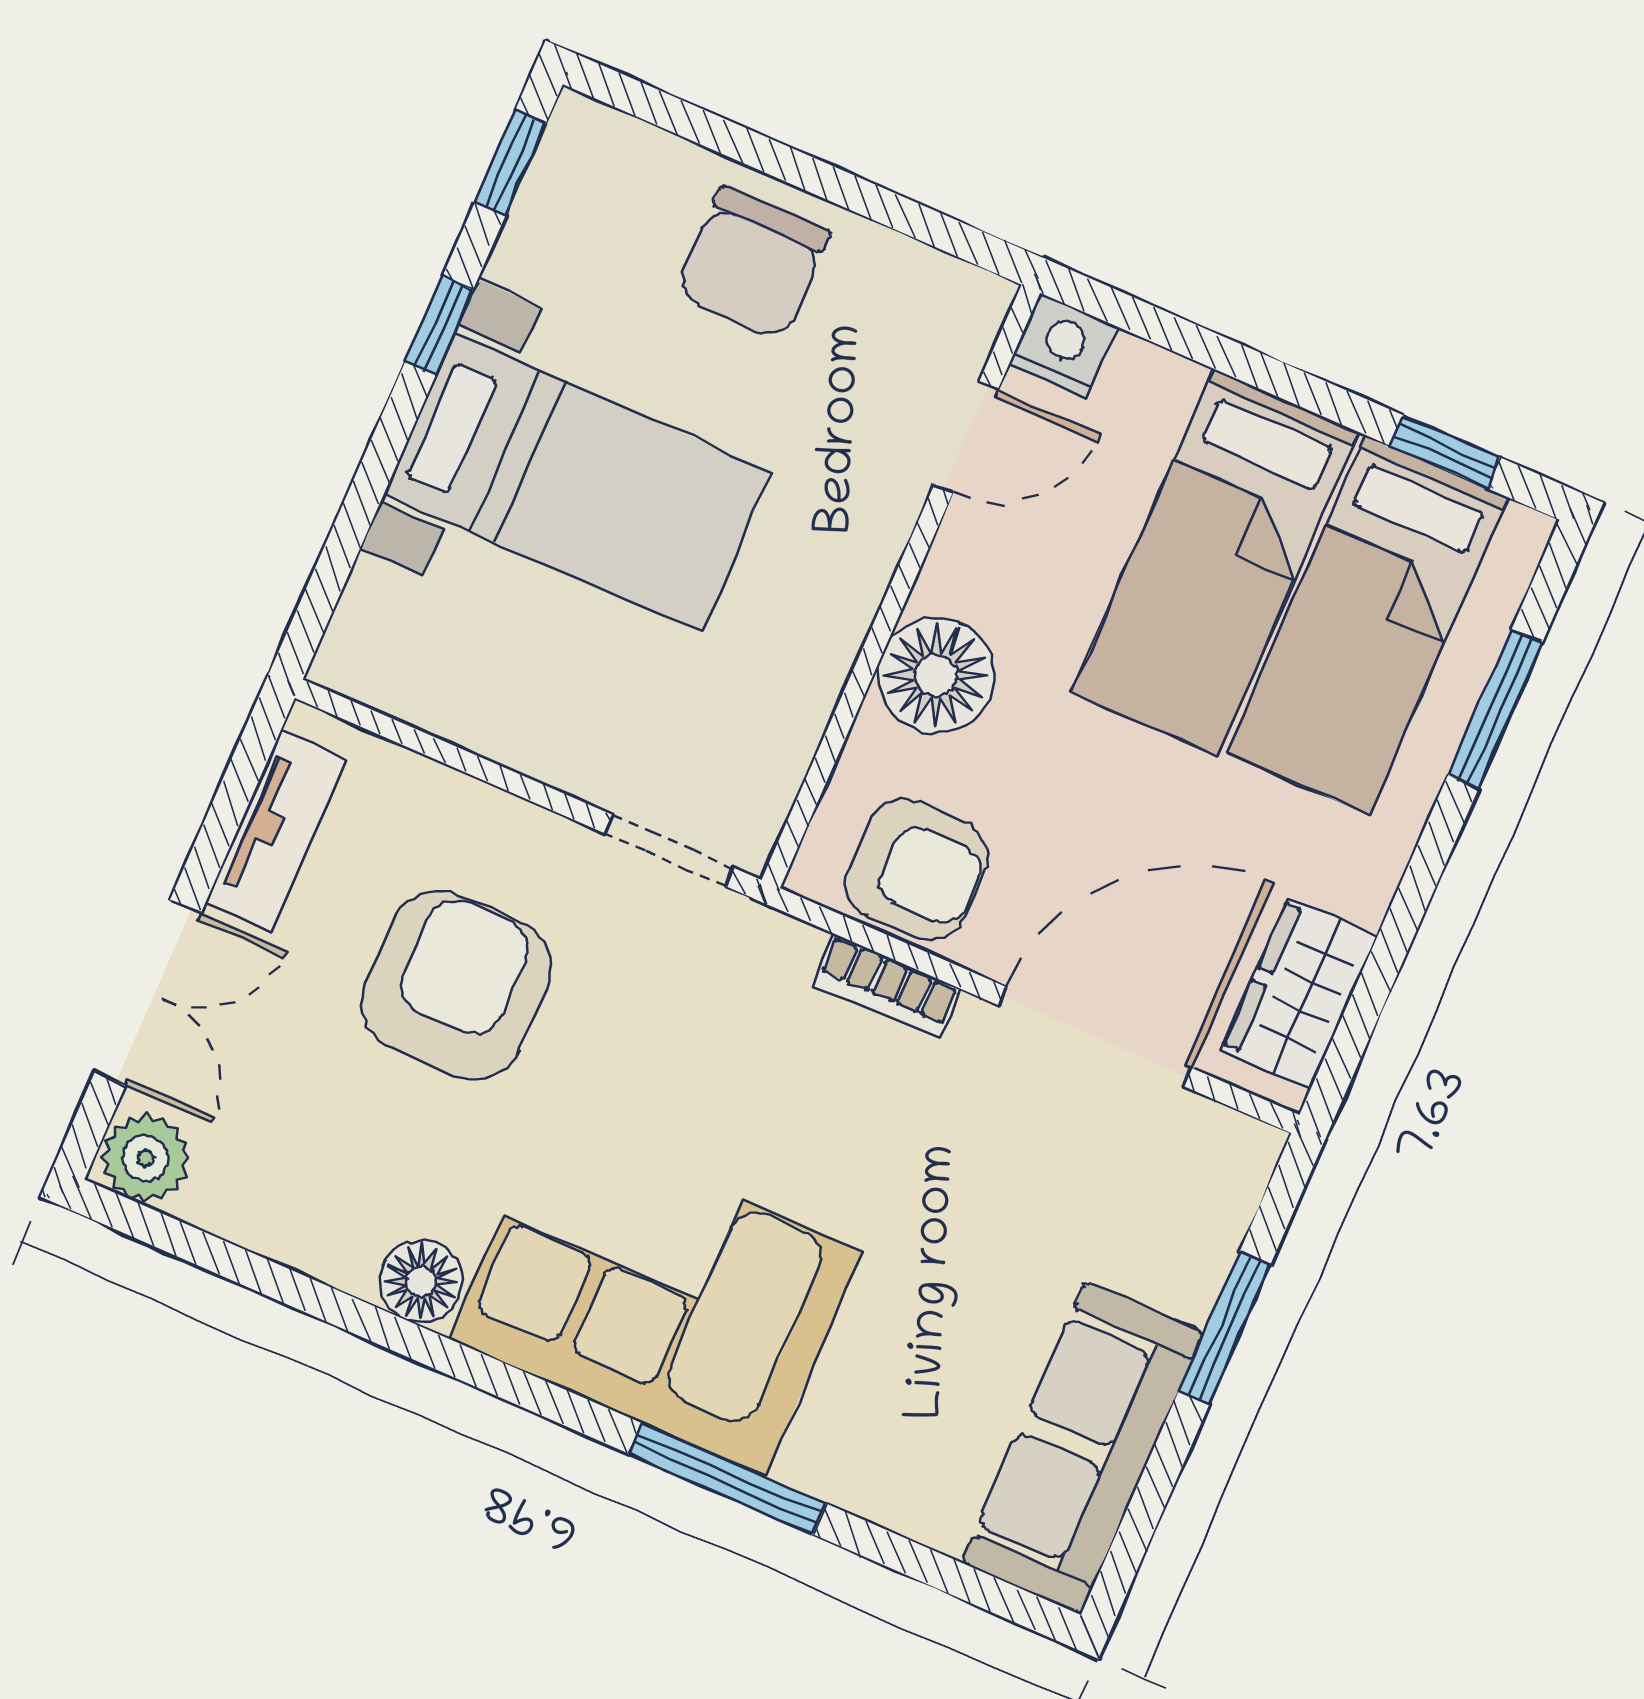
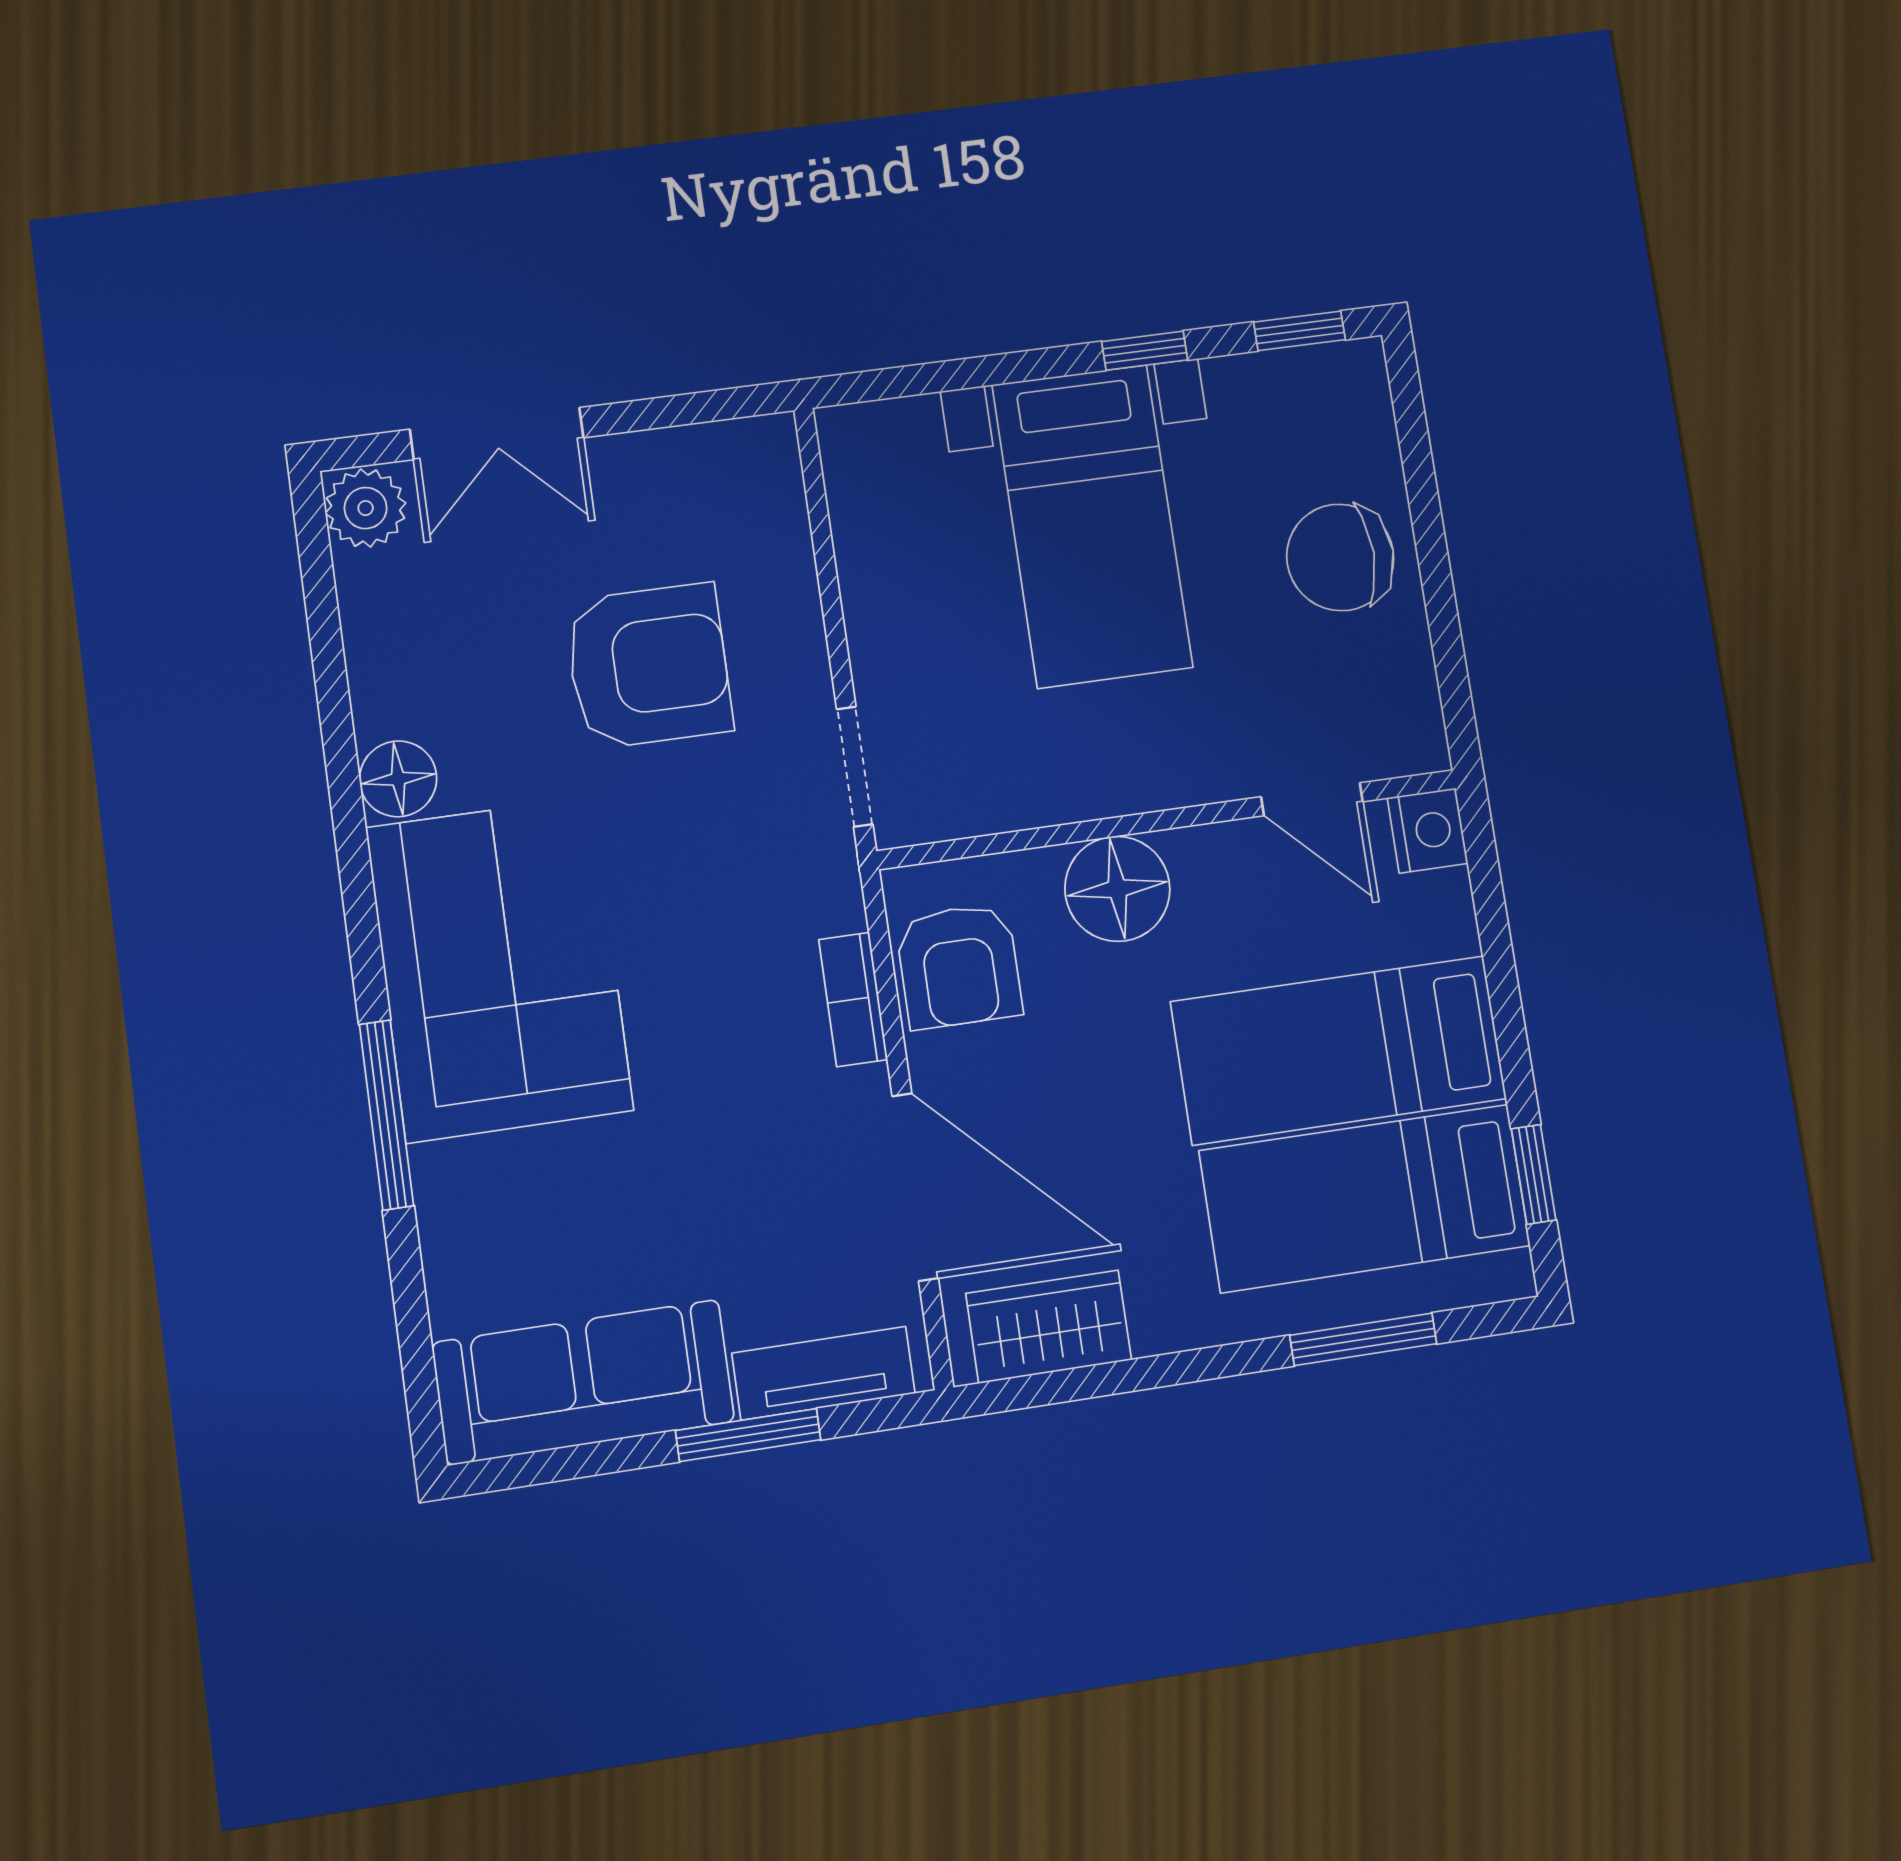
tv unit: (276, 831) -> (823, 1373), moved, turned 180

